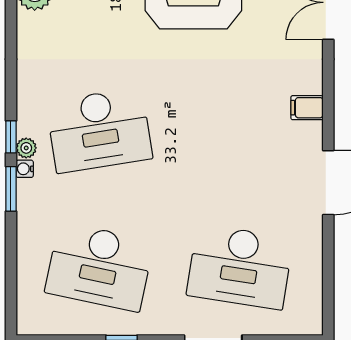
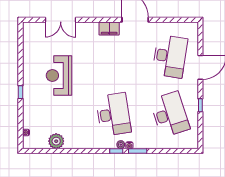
filing cabinet: (307, 108) -> (109, 29), width x2.00
desk: (99, 267) -> (170, 114), turned -30

